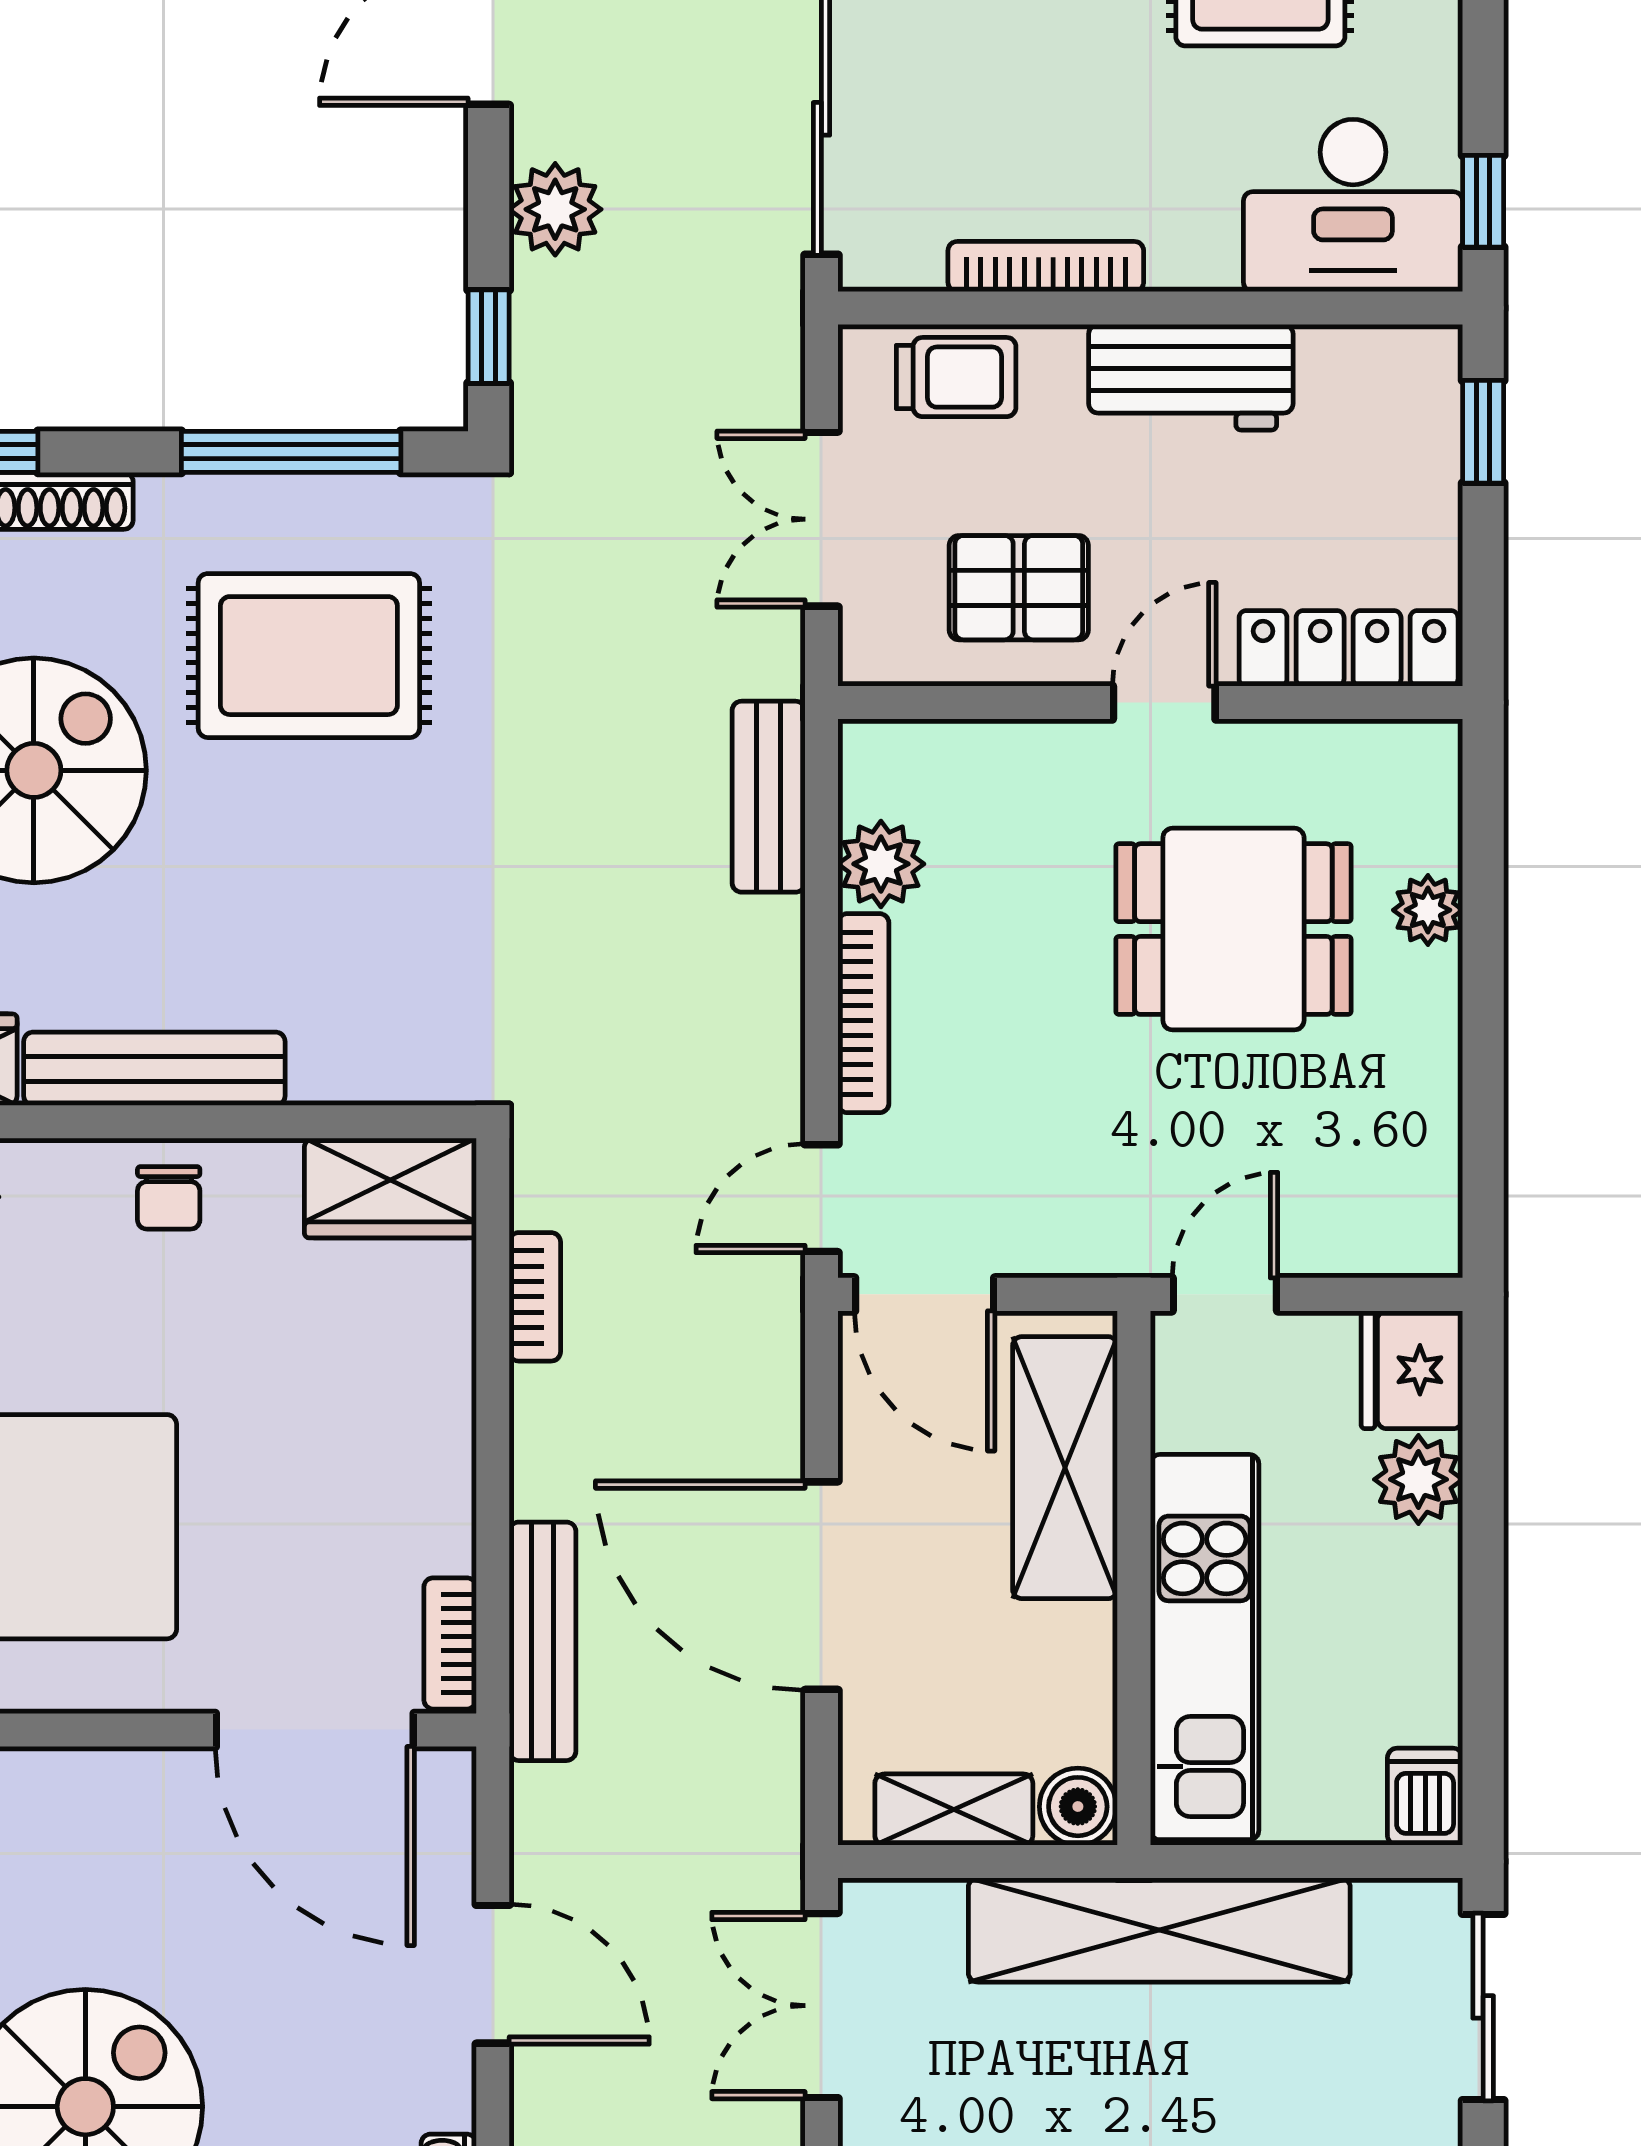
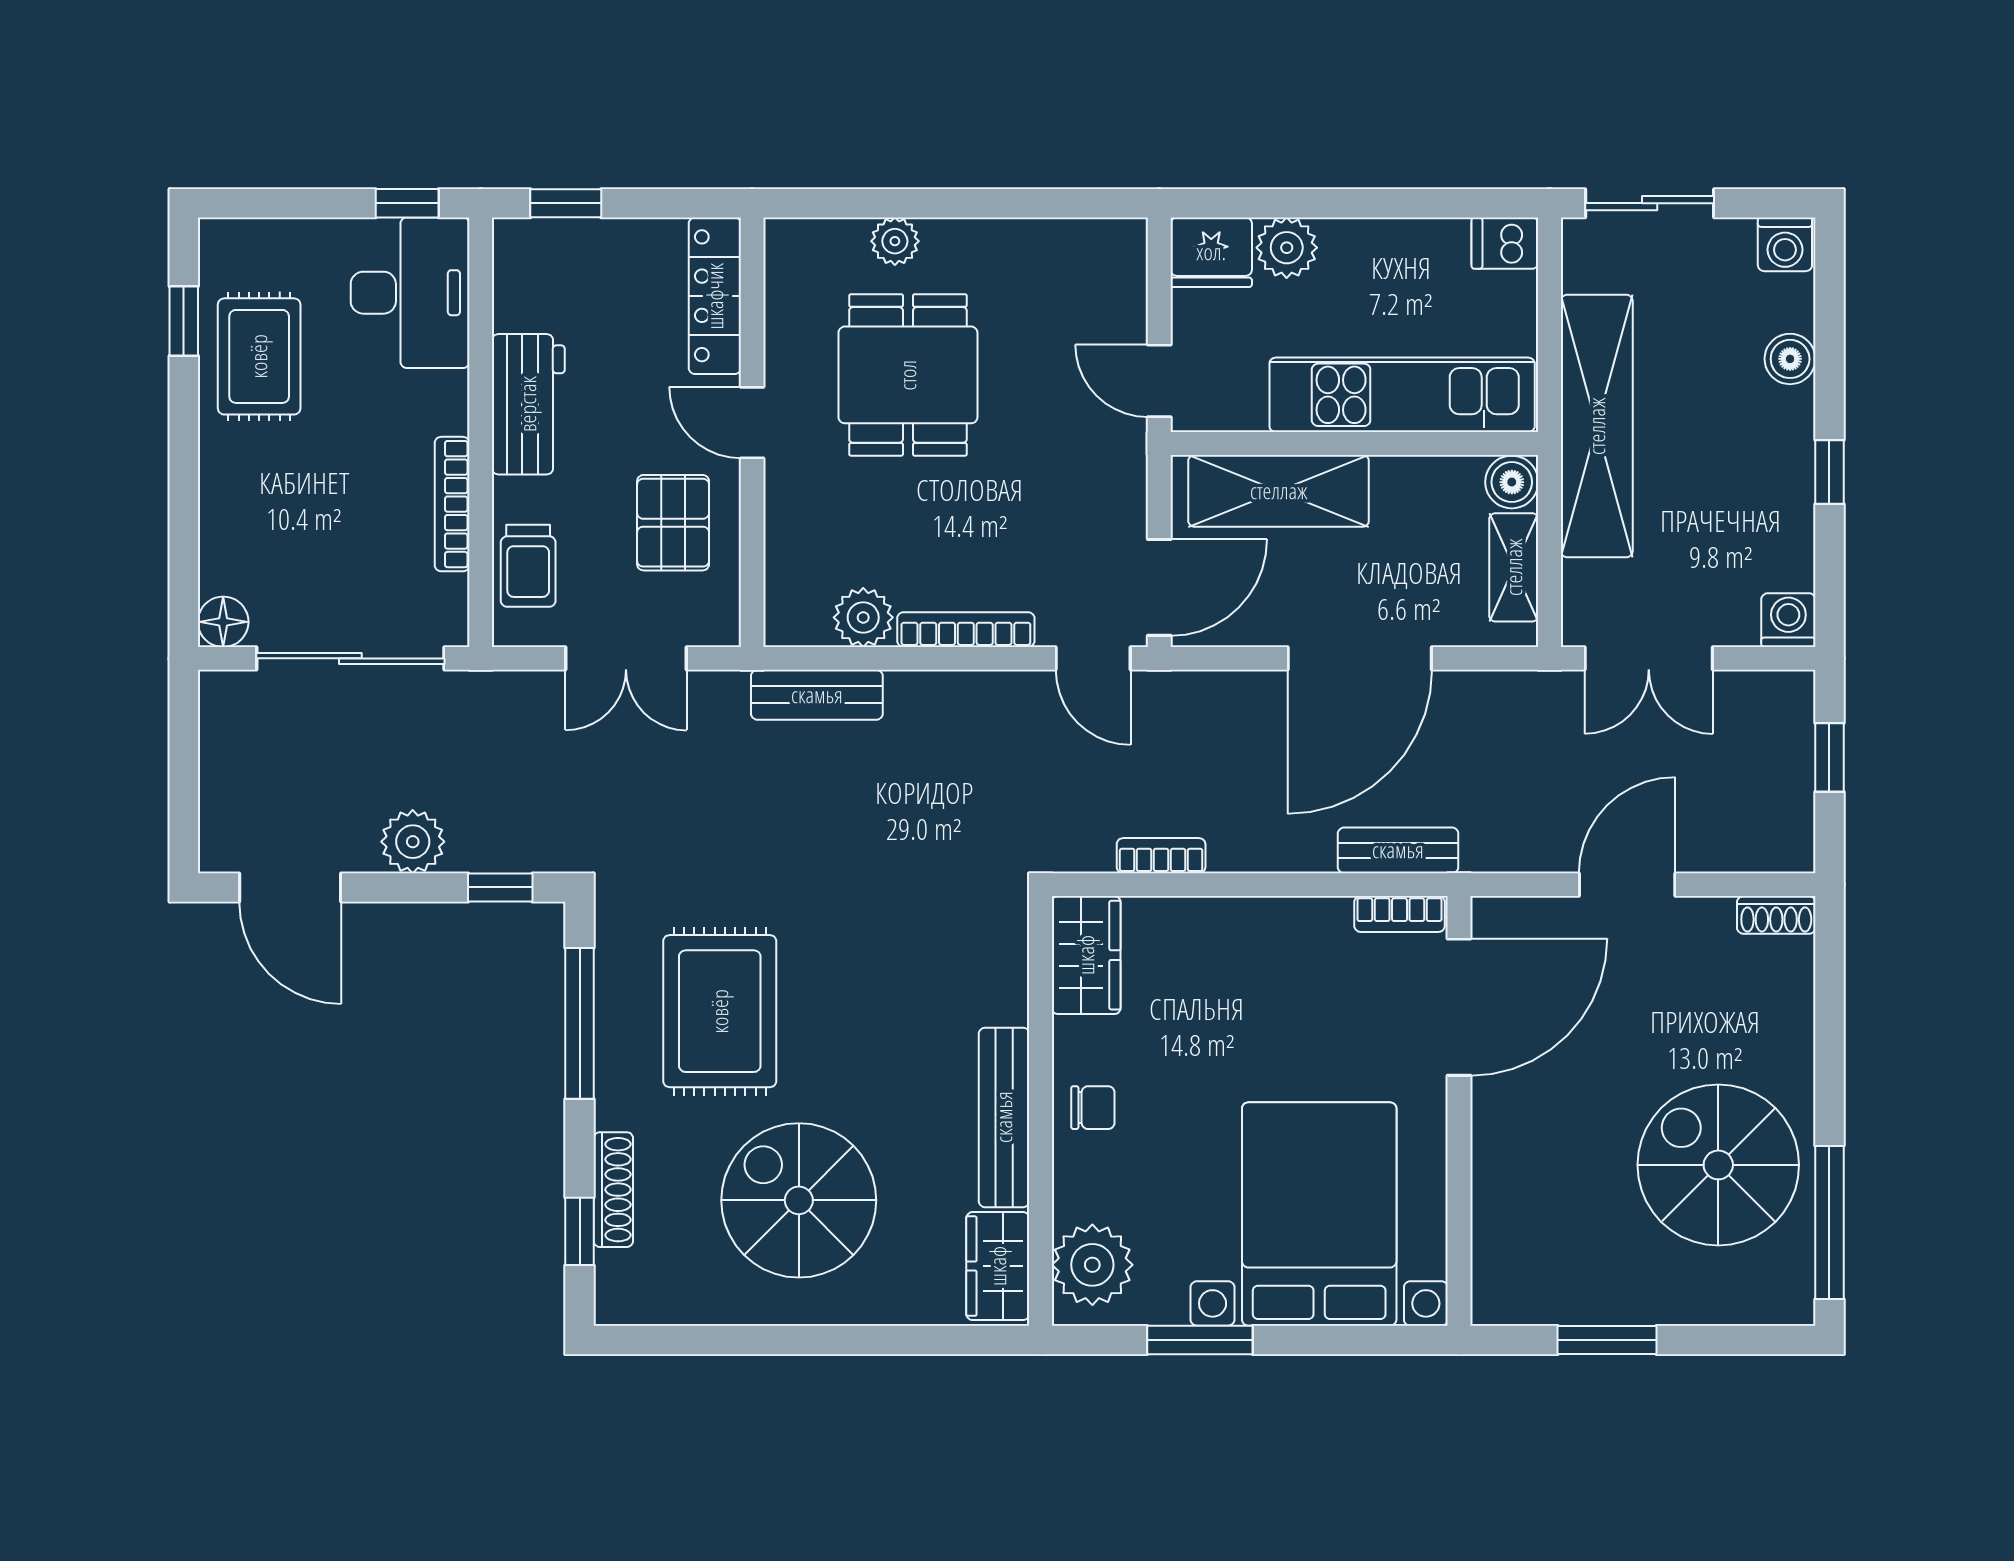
trolley: (956, 377) -> (528, 566), turned 180
bench: (543, 1641) -> (1398, 850), width x0.73

